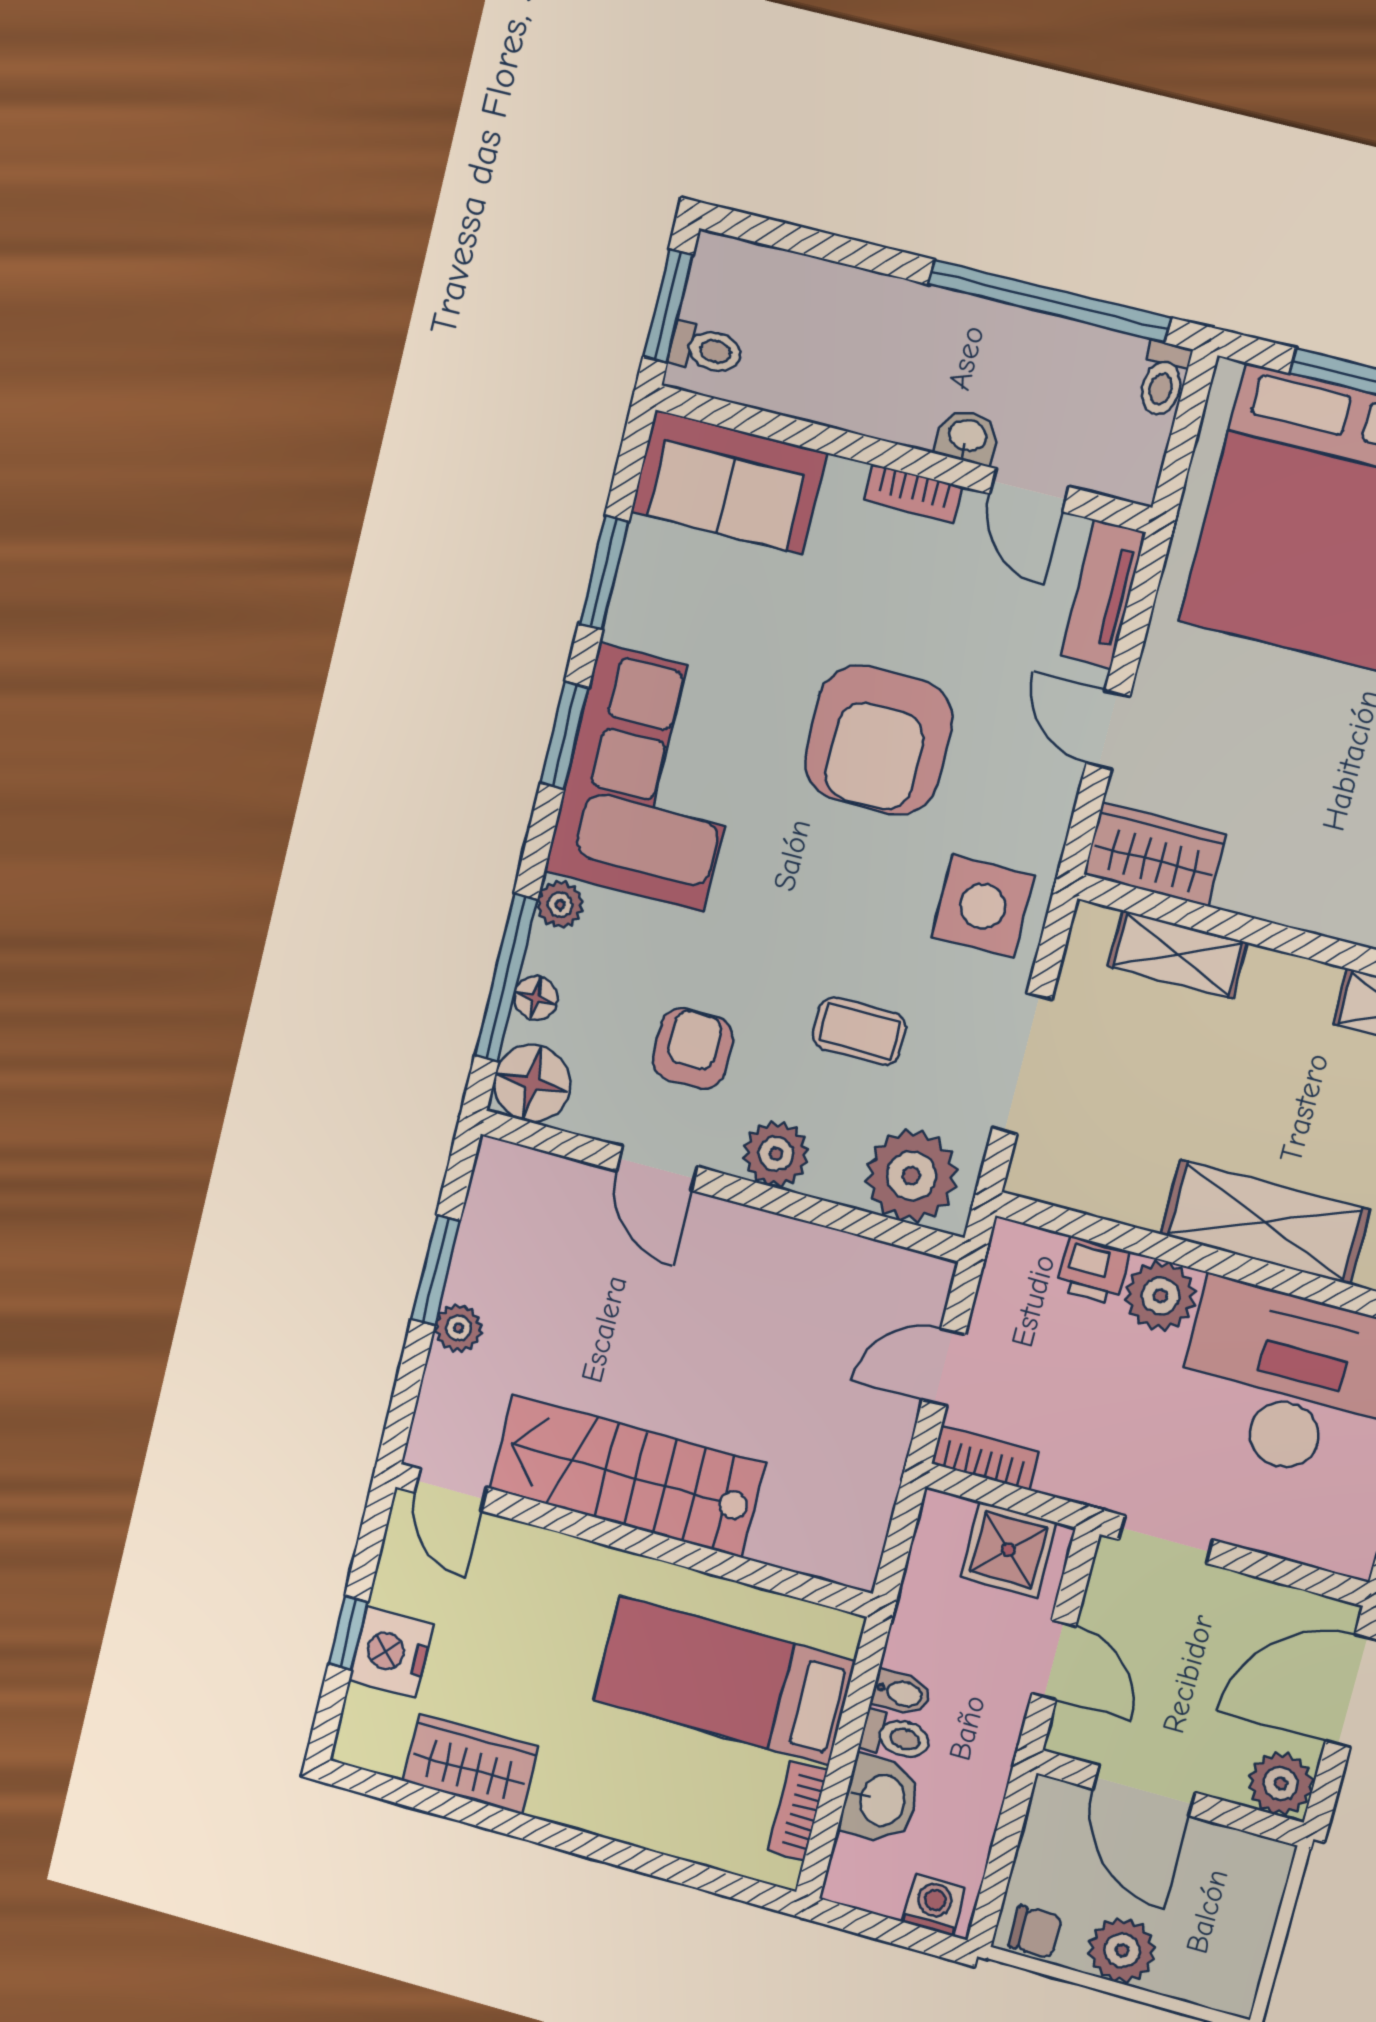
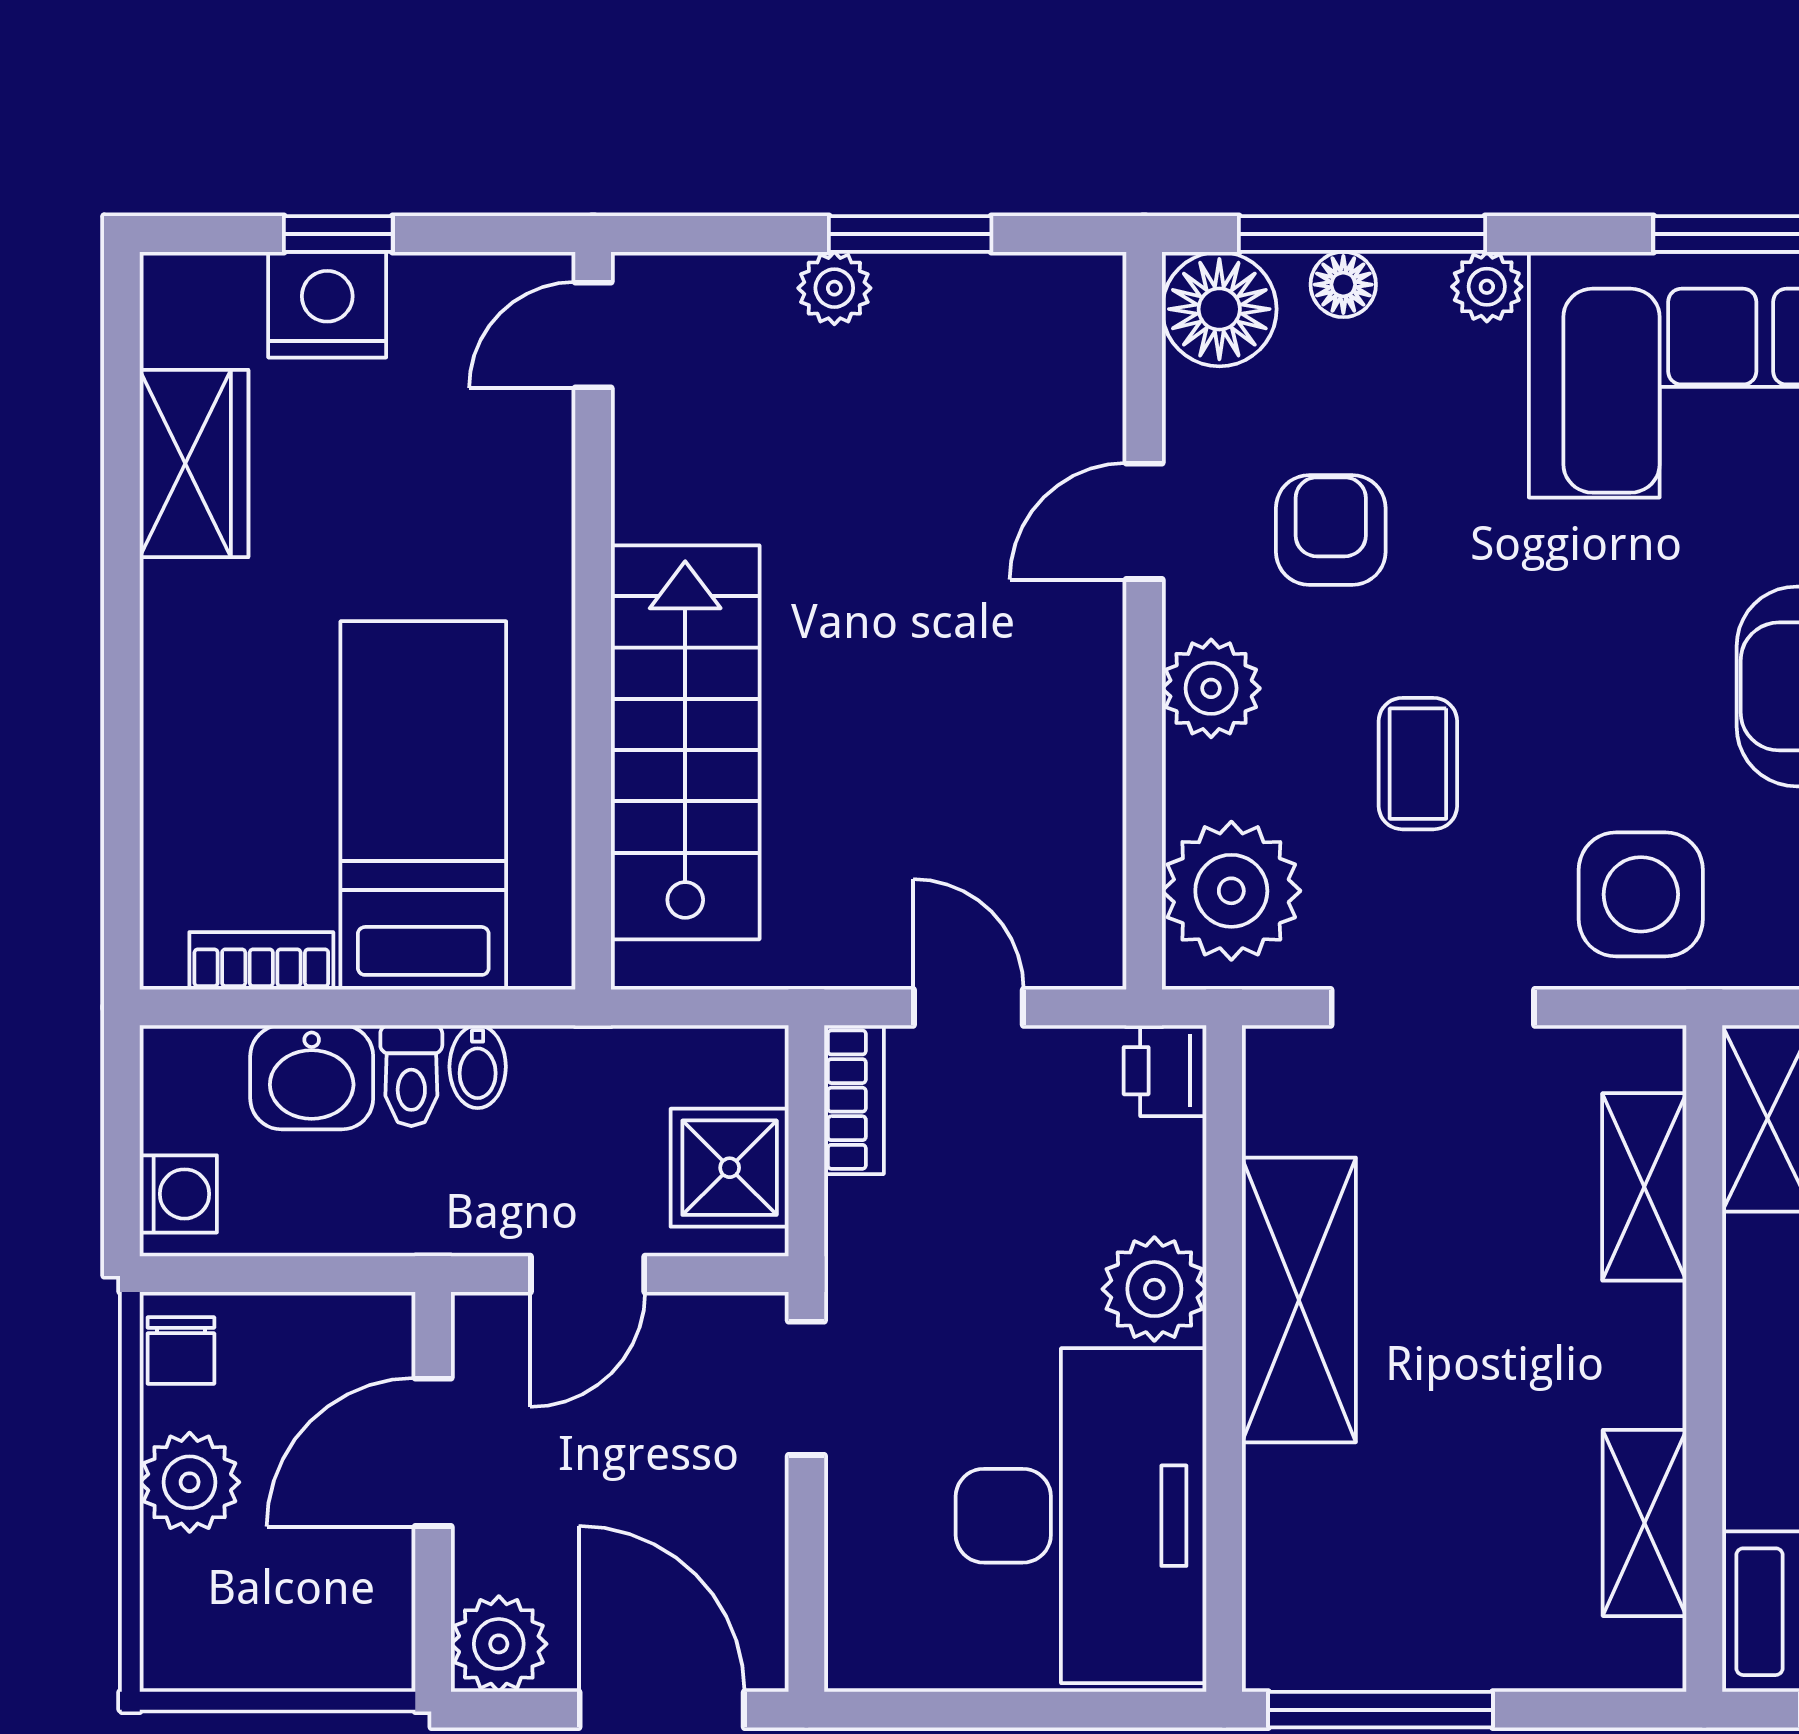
armchair: (693, 1048) -> (1331, 530), turned -90
shelving: (1265, 1222) -> (1299, 1300), moved
printer: (1093, 1270) -> (1165, 1071), moved
stairs: (627, 1476) -> (685, 742), moved

